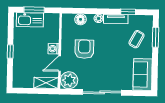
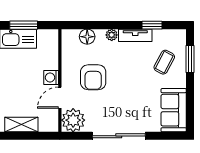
armchair: (84, 49) -> (93, 77), turned 180
shelving: (46, 83) -> (21, 124), moved

